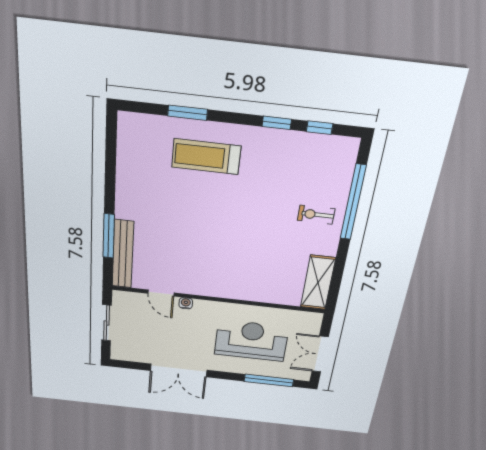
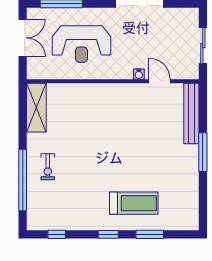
window: (277, 123) -> (108, 234), moved
exercise bike: (316, 215) -> (48, 167), turned 90
window: (109, 236) -> (203, 152), moved

